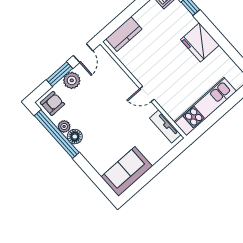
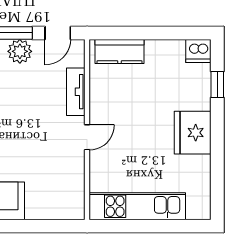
door: (147, 94) -> (87, 137), swing flipped
tv unit: (165, 126) -> (76, 92), moved

